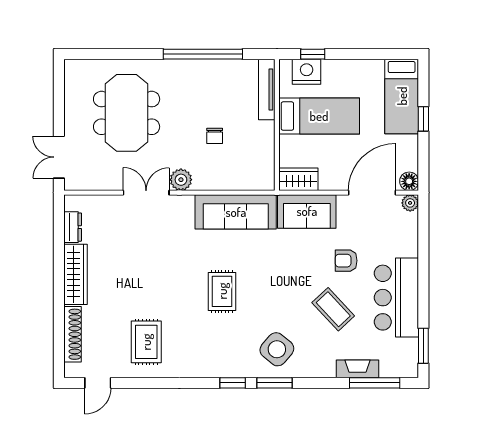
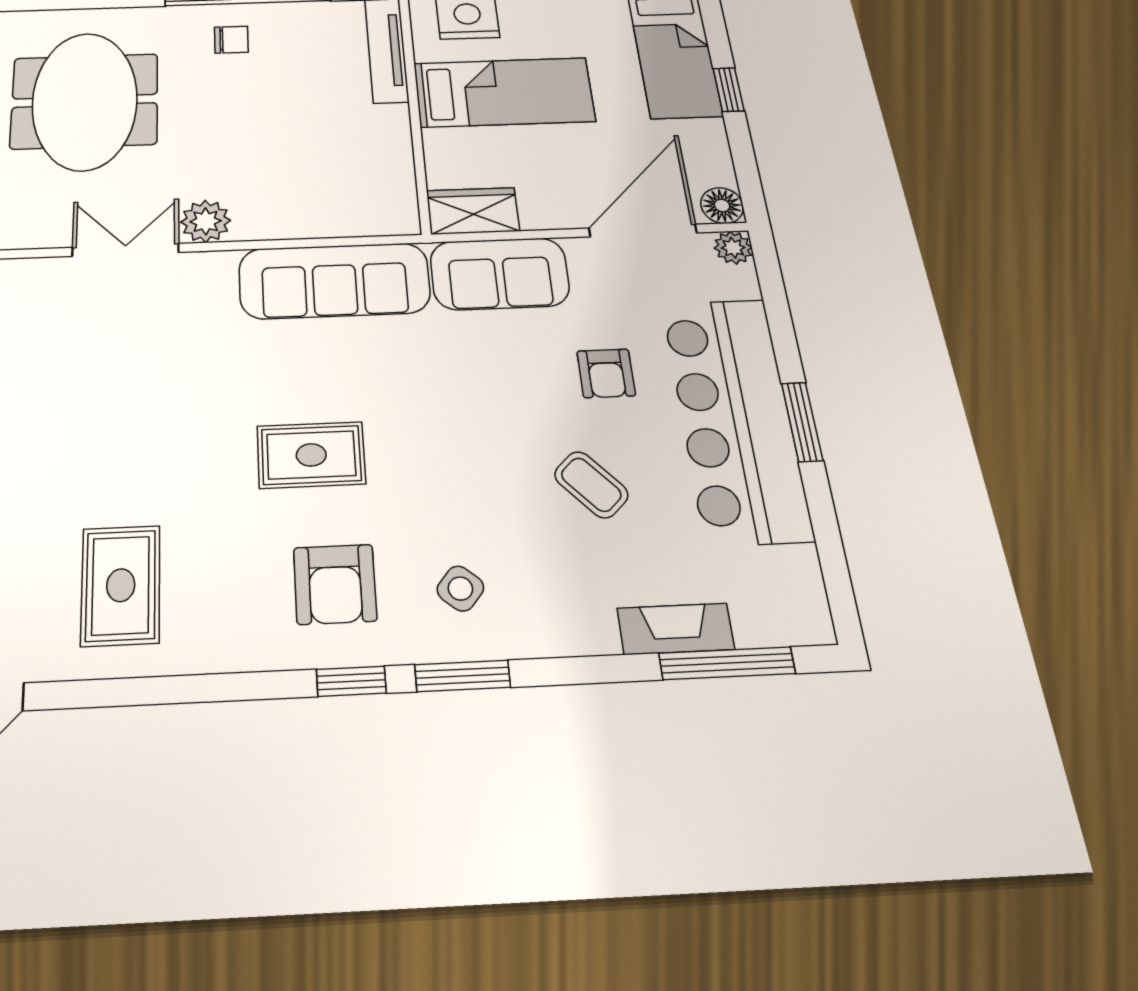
chair: (215, 136) -> (231, 40), moved, turned -90
armchair: (346, 261) -> (606, 373), turned -90
rug: (222, 291) -> (311, 455), turned 90
bar counter: (396, 298) -> (736, 418), width x1.36
coffee table: (333, 309) -> (591, 485), width x0.73, depth x0.77
armchair: (229, 345) -> (335, 584), added
window: (423, 346) -> (802, 422), moved
side table: (277, 349) -> (460, 589), width x0.54, depth x0.54

